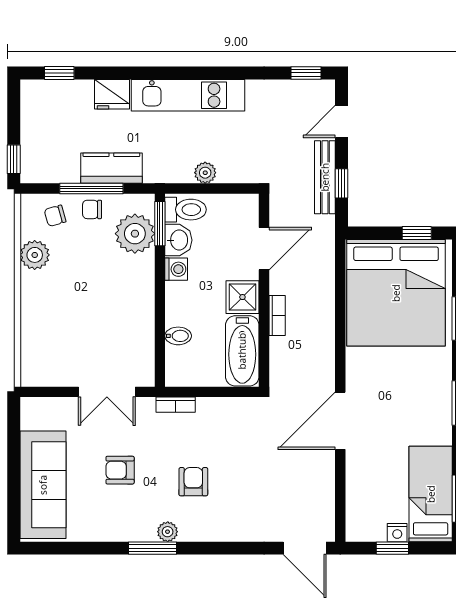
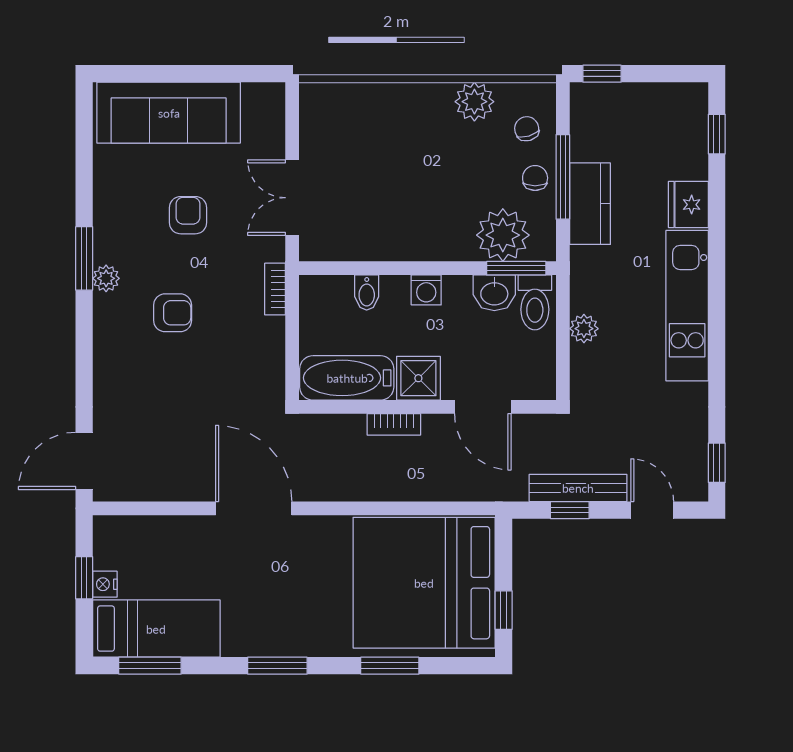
washing machine: (176, 269) -> (426, 290), moved

